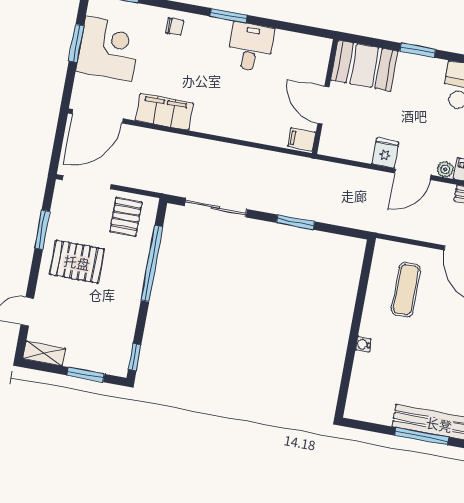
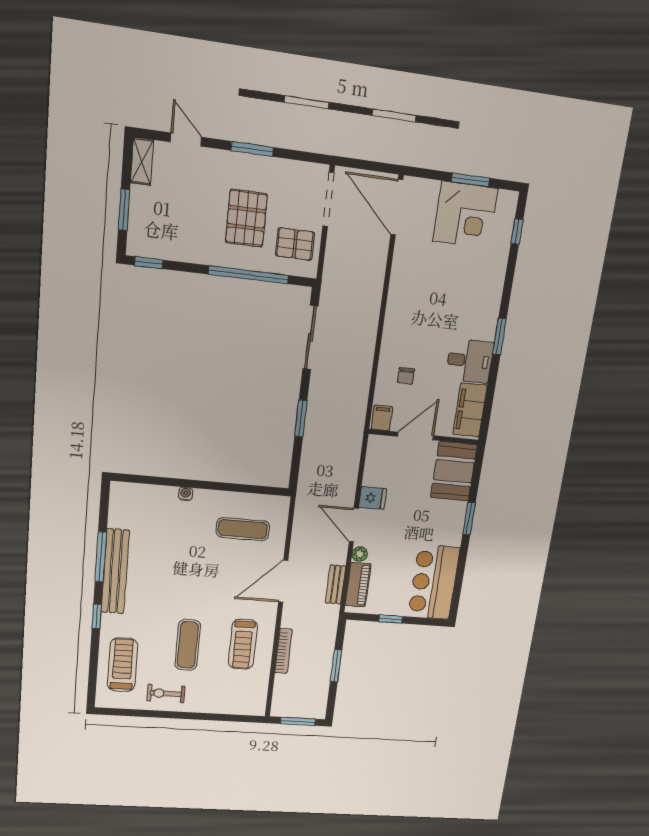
chair: (175, 27) -> (406, 376), moved
filing cabinet: (164, 112) -> (470, 410), moved, turned 180
window: (42, 230) -> (252, 149), moved
pallet: (77, 262) -> (246, 218), moved

